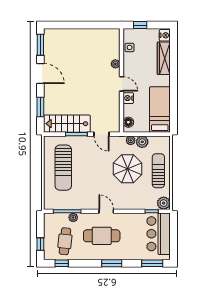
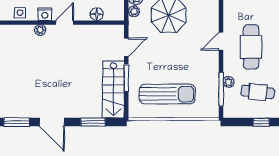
door: (40, 73) -> (52, 122), swing flipped
nightstand: (128, 98) -> (45, 14), moved
floor lamp: (128, 122) -> (97, 14), moved

